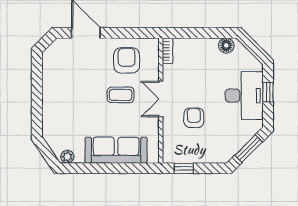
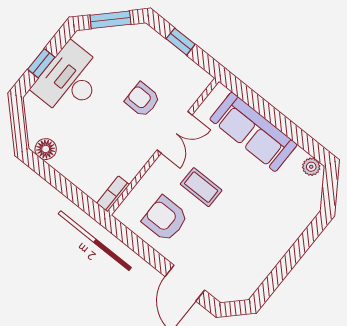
armchair: (127, 60) -> (165, 219), turned 90
double door: (161, 99) -> (175, 132), moved
armchair: (194, 118) -> (142, 100), turned 90
window: (184, 168) -> (181, 42), moved

